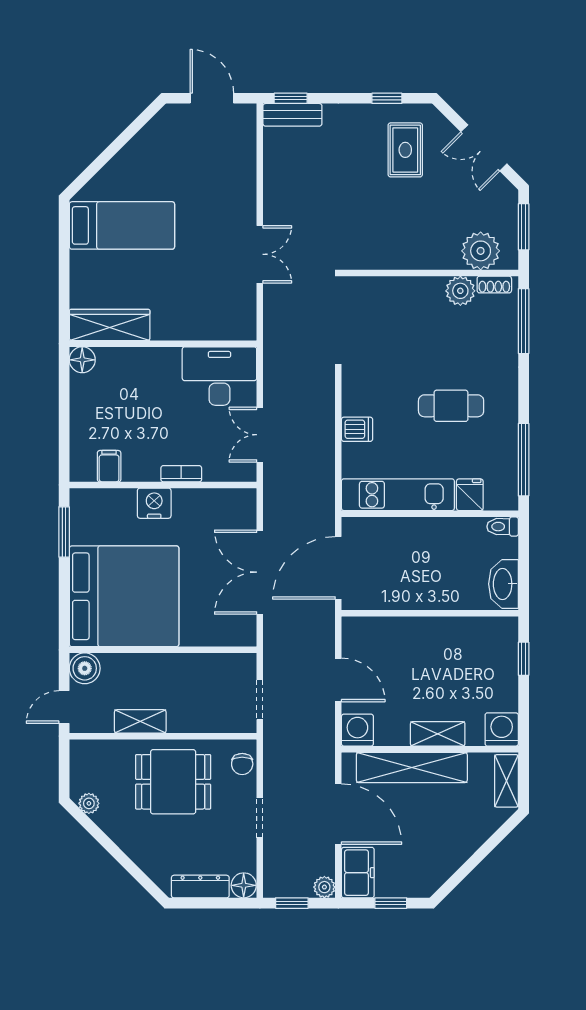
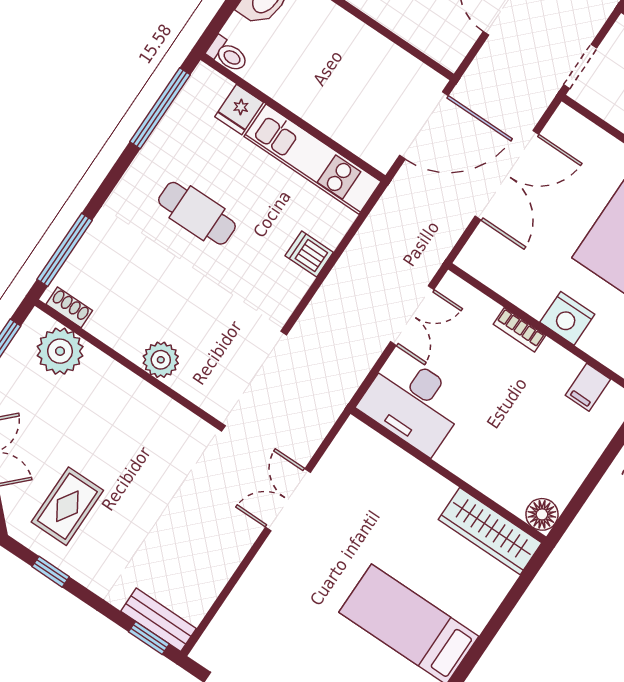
plant: (460, 291) -> (161, 360), moved
doorway: (260, 700) -> (580, 66), moved

